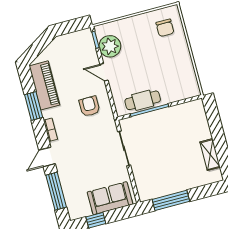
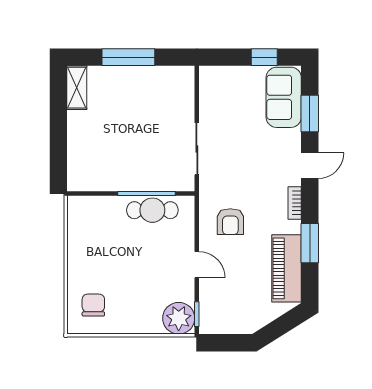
plant: (110, 46) -> (179, 318), moved
shelving: (210, 155) -> (77, 88), moved
window: (56, 191) -> (310, 113), width x0.69
sofa: (110, 198) -> (284, 97), moved, turned 90
window: (171, 200) -> (128, 57), moved

